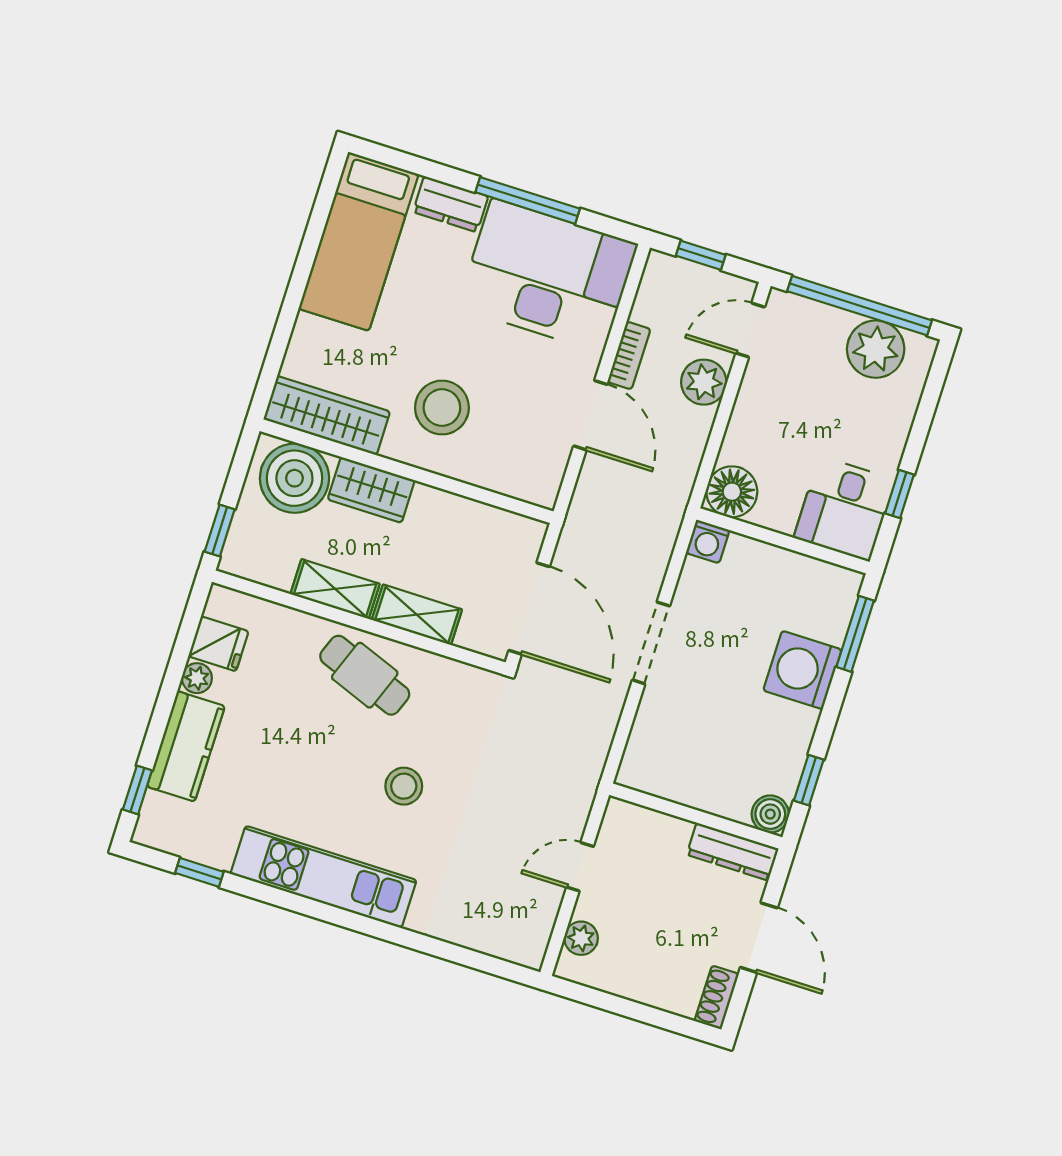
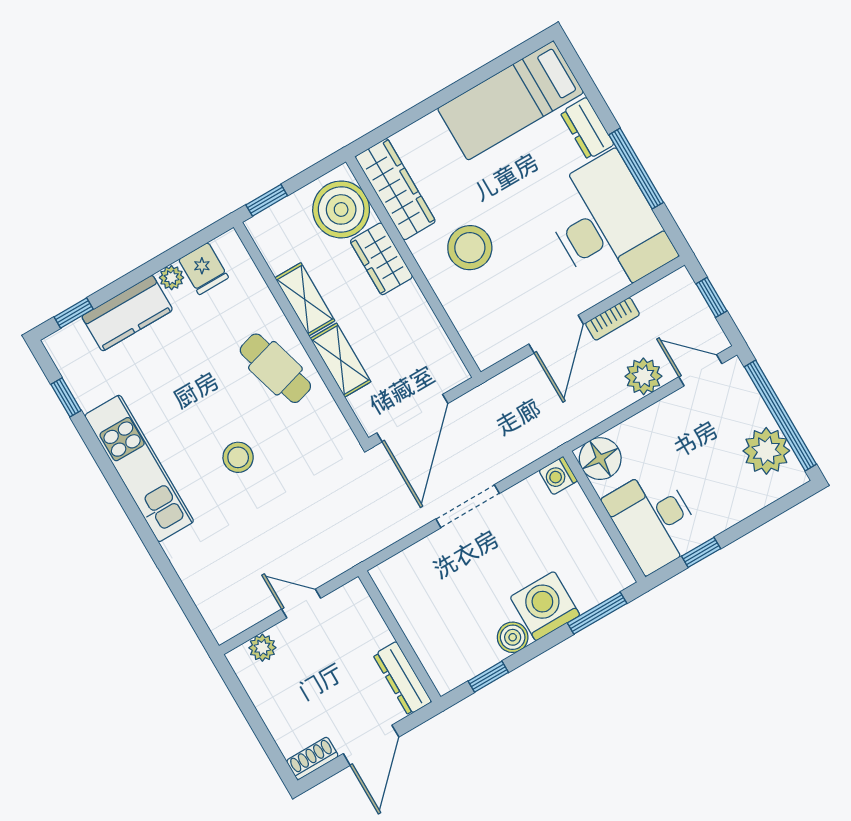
desk: (844, 509) -> (653, 520), width x1.37
cafe table: (365, 675) -> (275, 368), turned -37
boiler: (770, 814) -> (513, 637), moved

